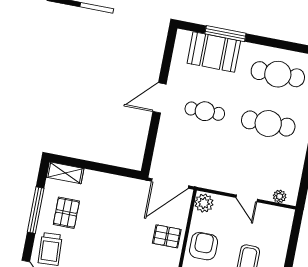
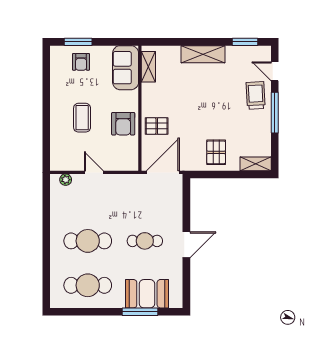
plant: (204, 203) -> (130, 161), removed
window: (36, 210) -> (275, 113), moved
pallet: (66, 213) -> (216, 152), moved

